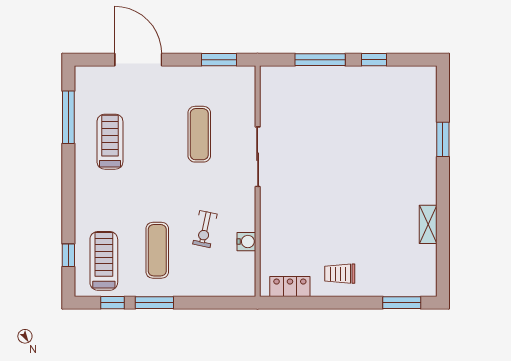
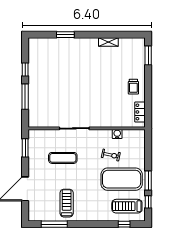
treadmill: (110, 142) -> (67, 203), turned 90
exercise mat: (157, 250) -> (122, 179), width x2.00, depth x1.45

